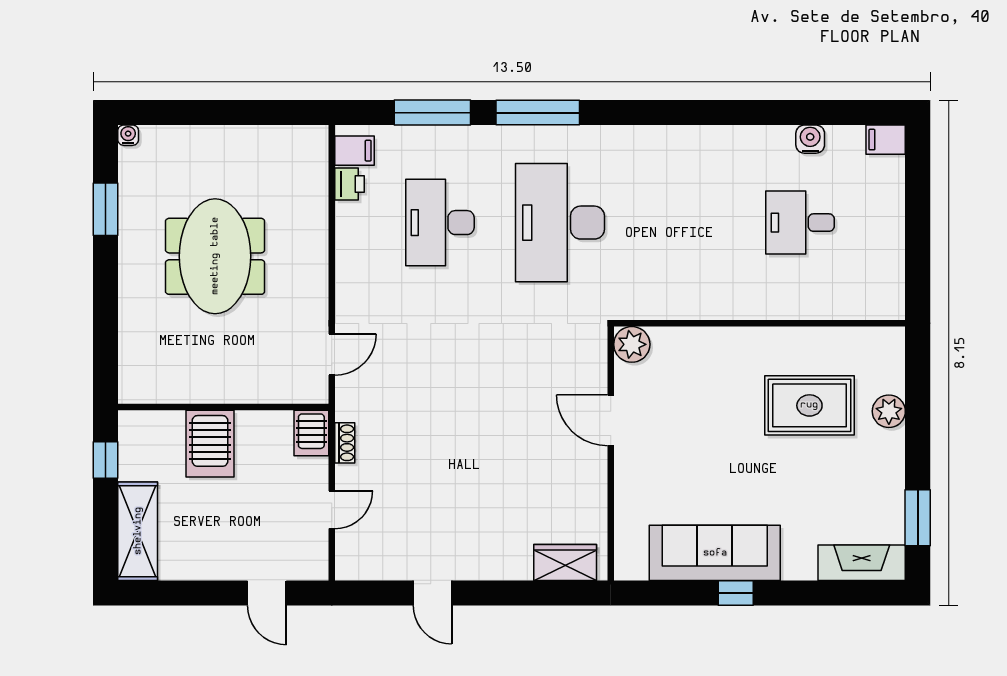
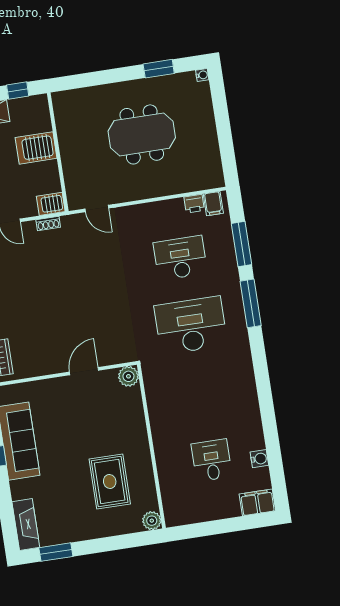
filing cabinet: (886, 140) -> (257, 502), width x2.00
plant: (889, 411) -> (152, 521), moved

